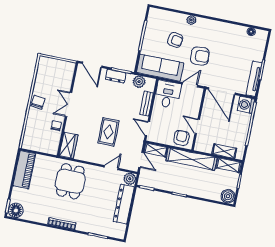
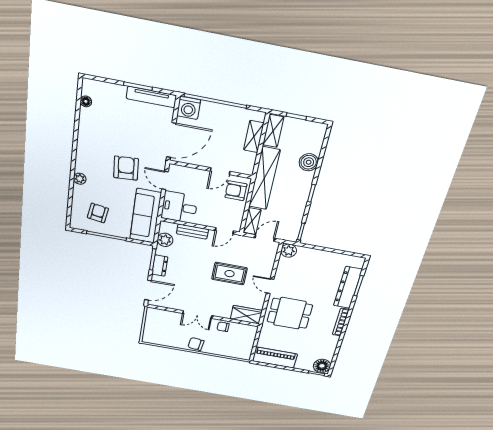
armchair: (175, 40) -> (98, 213), moved
door: (111, 168) -> (270, 286), moved
boiler: (228, 196) -> (309, 162), moved
dresser: (124, 204) -> (348, 288), moved, turned 90

